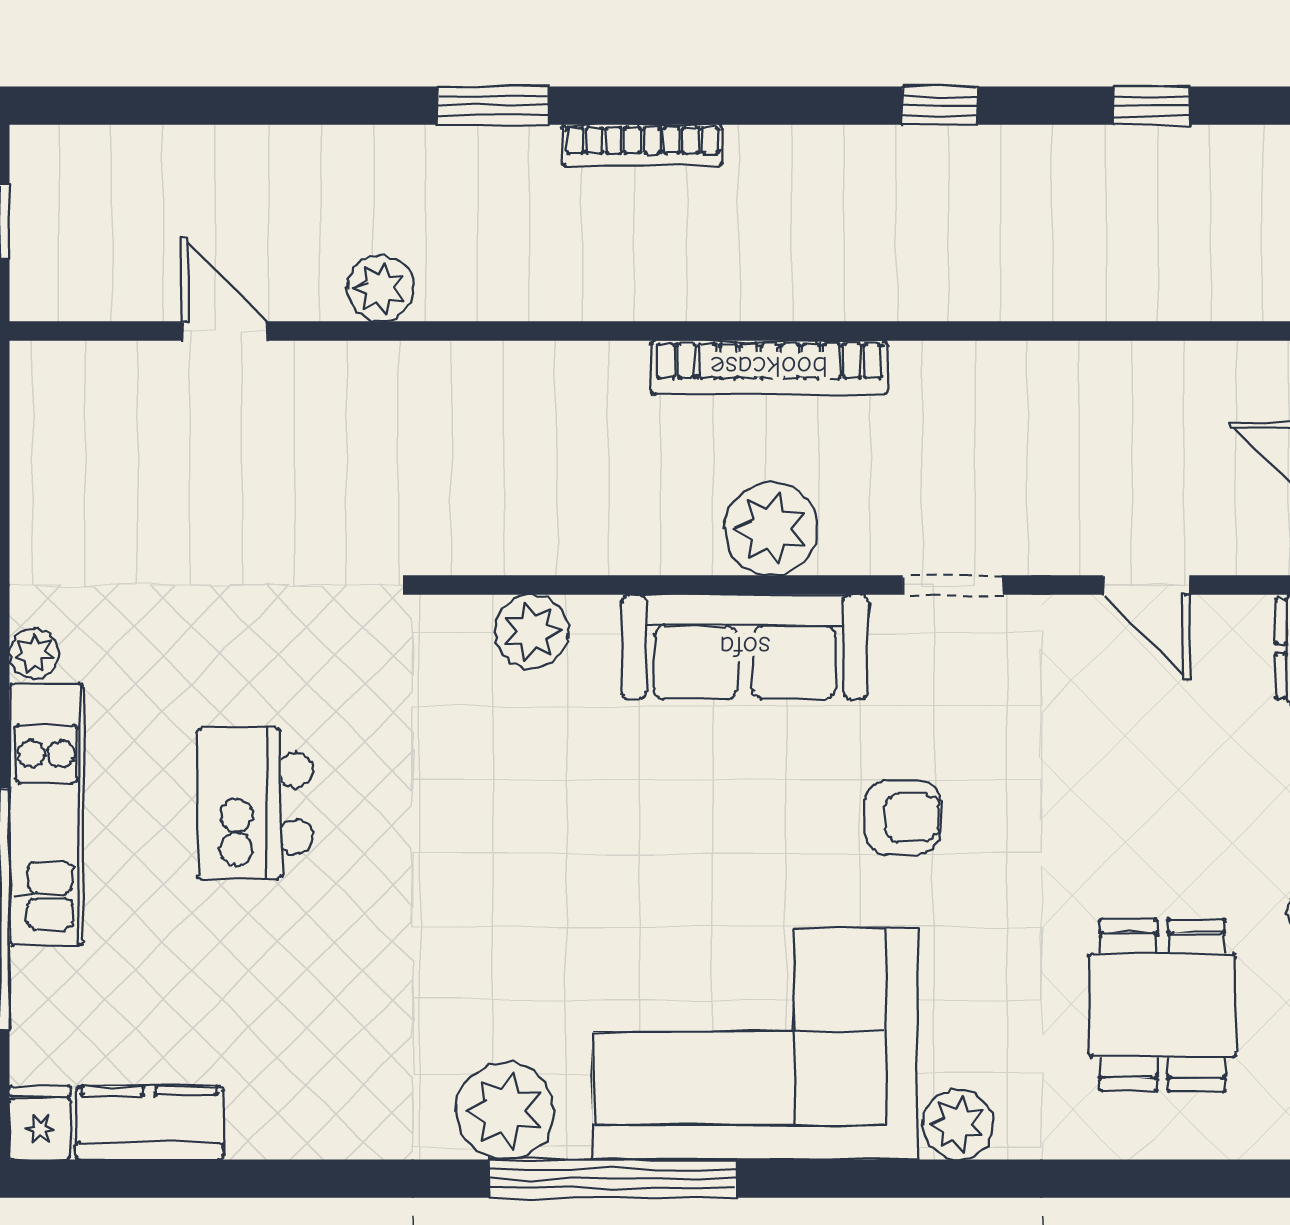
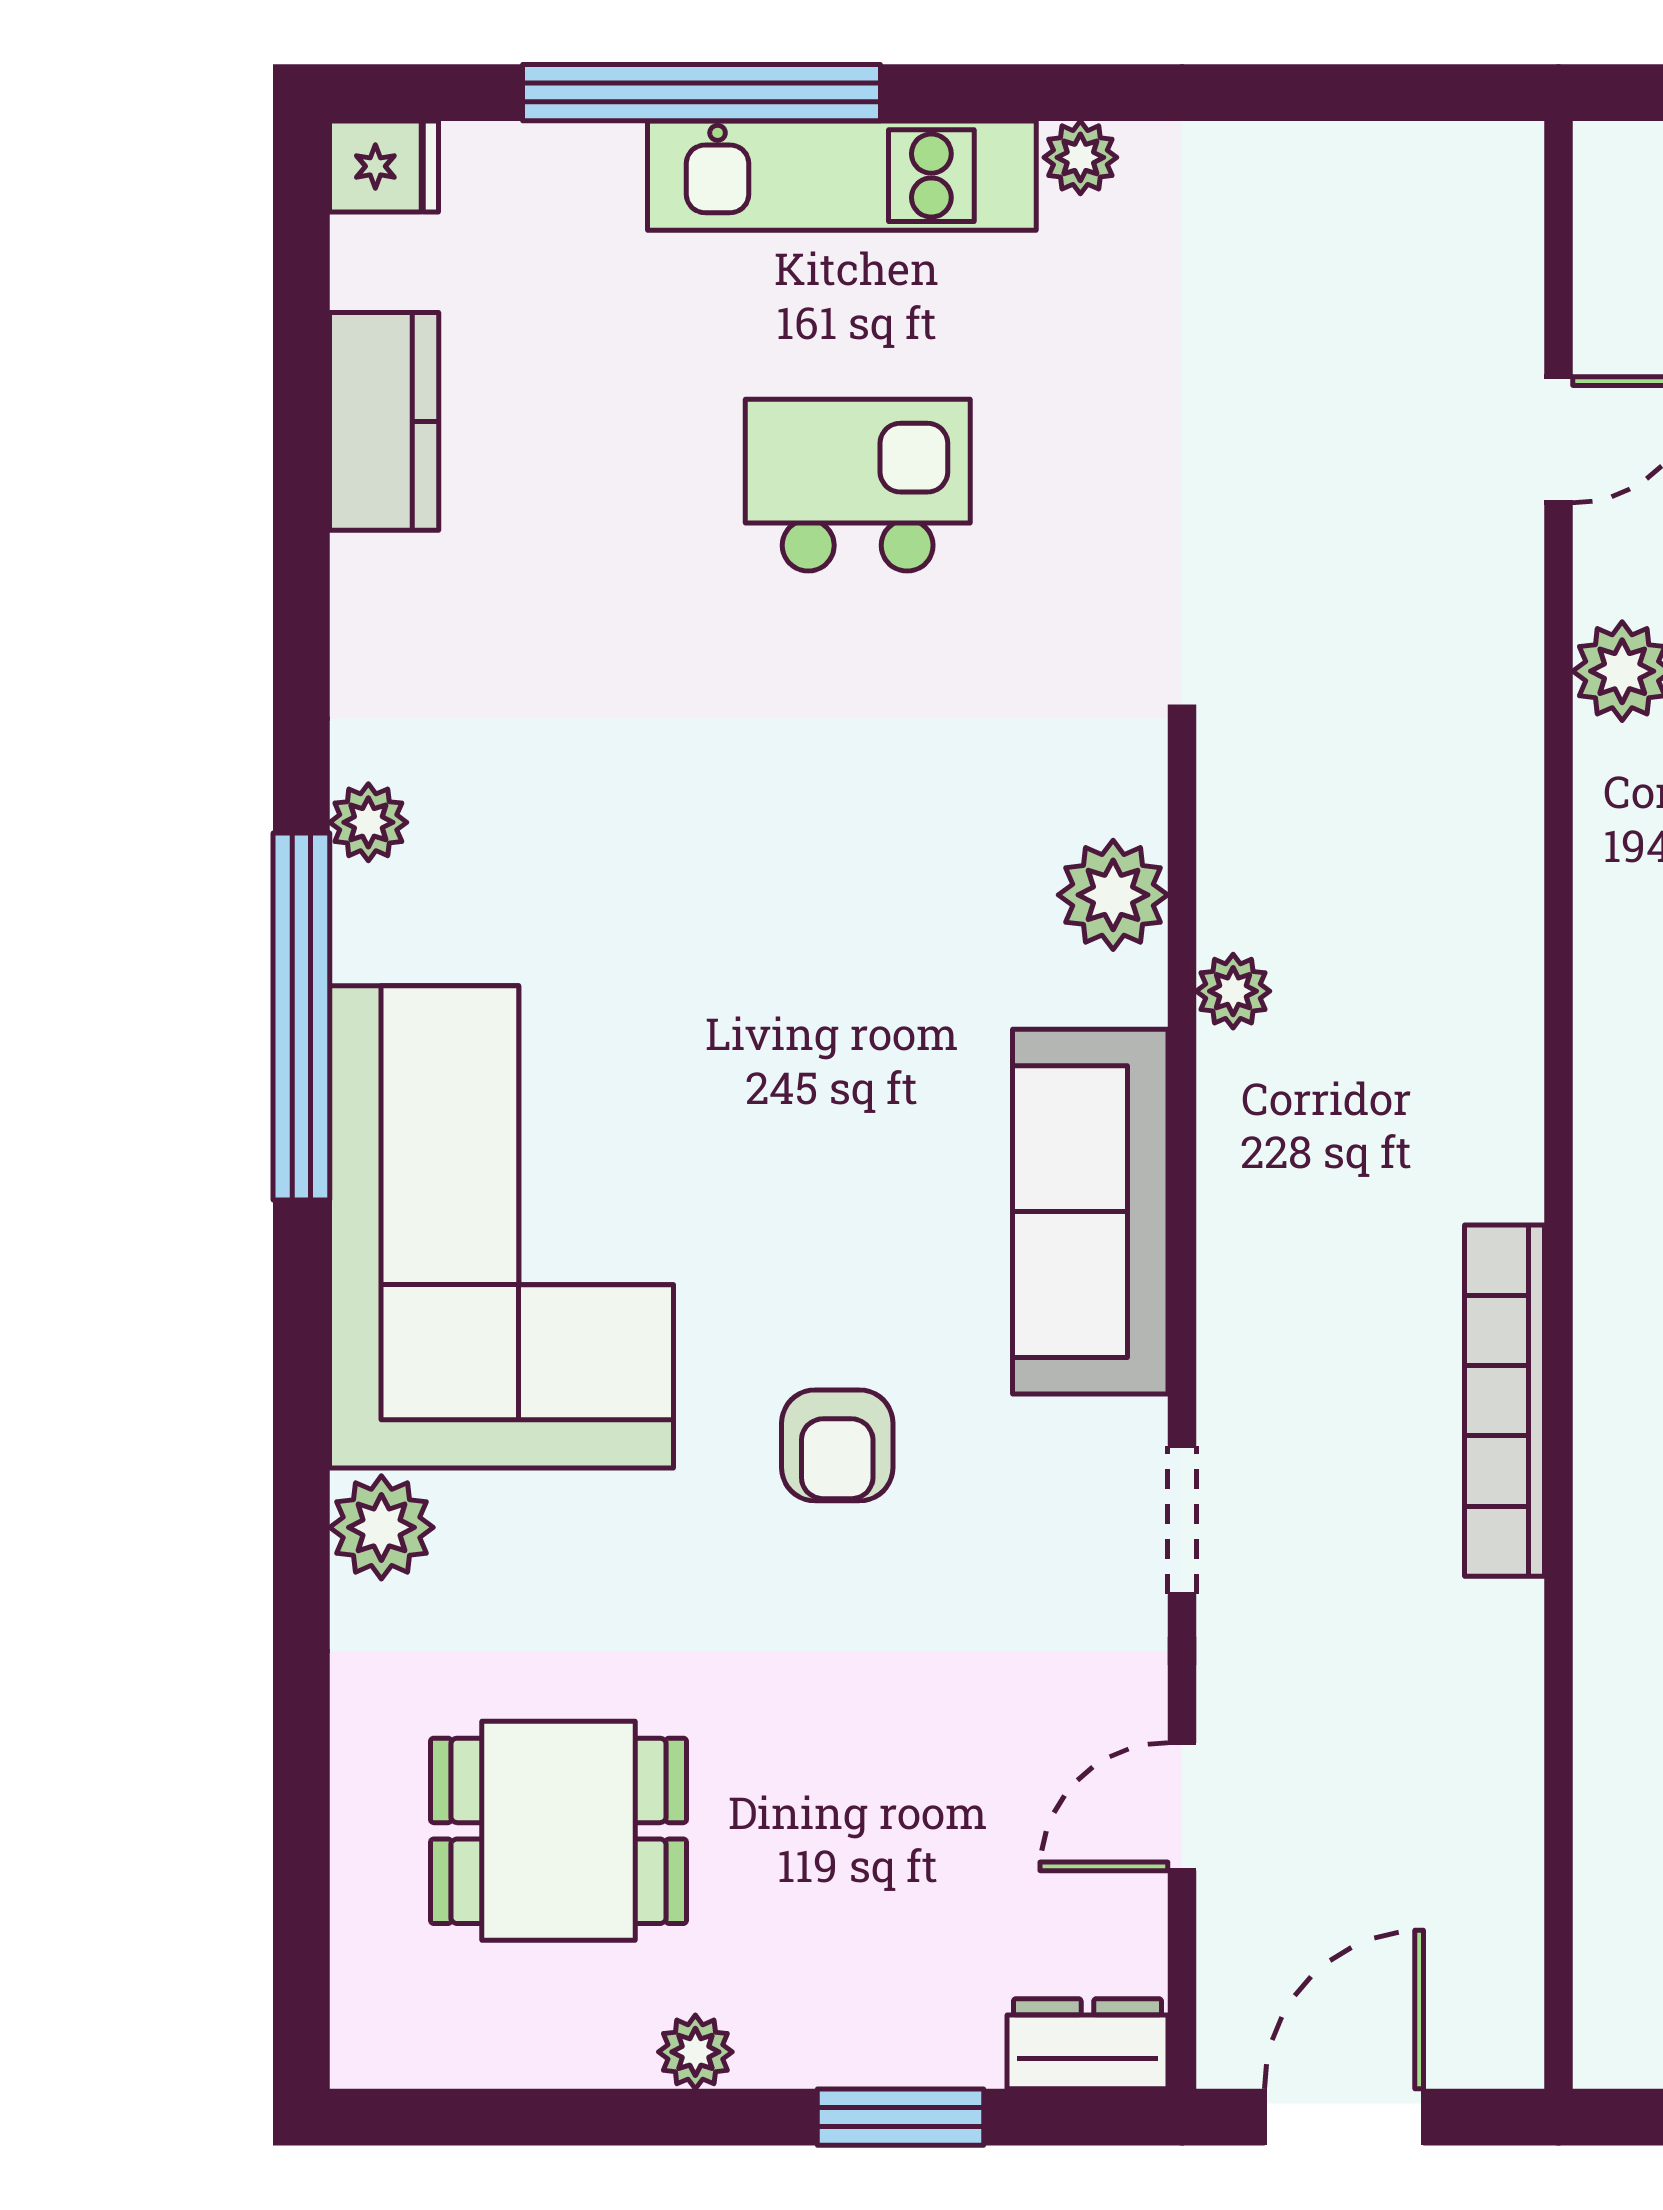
bookcase: (769, 367) -> (1505, 1401), moved
plant: (771, 529) -> (1233, 991), moved, width x0.53, depth x0.53
plant: (505, 1111) -> (368, 822), width x0.53, depth x0.53
kitchen counter: (150, 1123) -> (384, 421), moved

